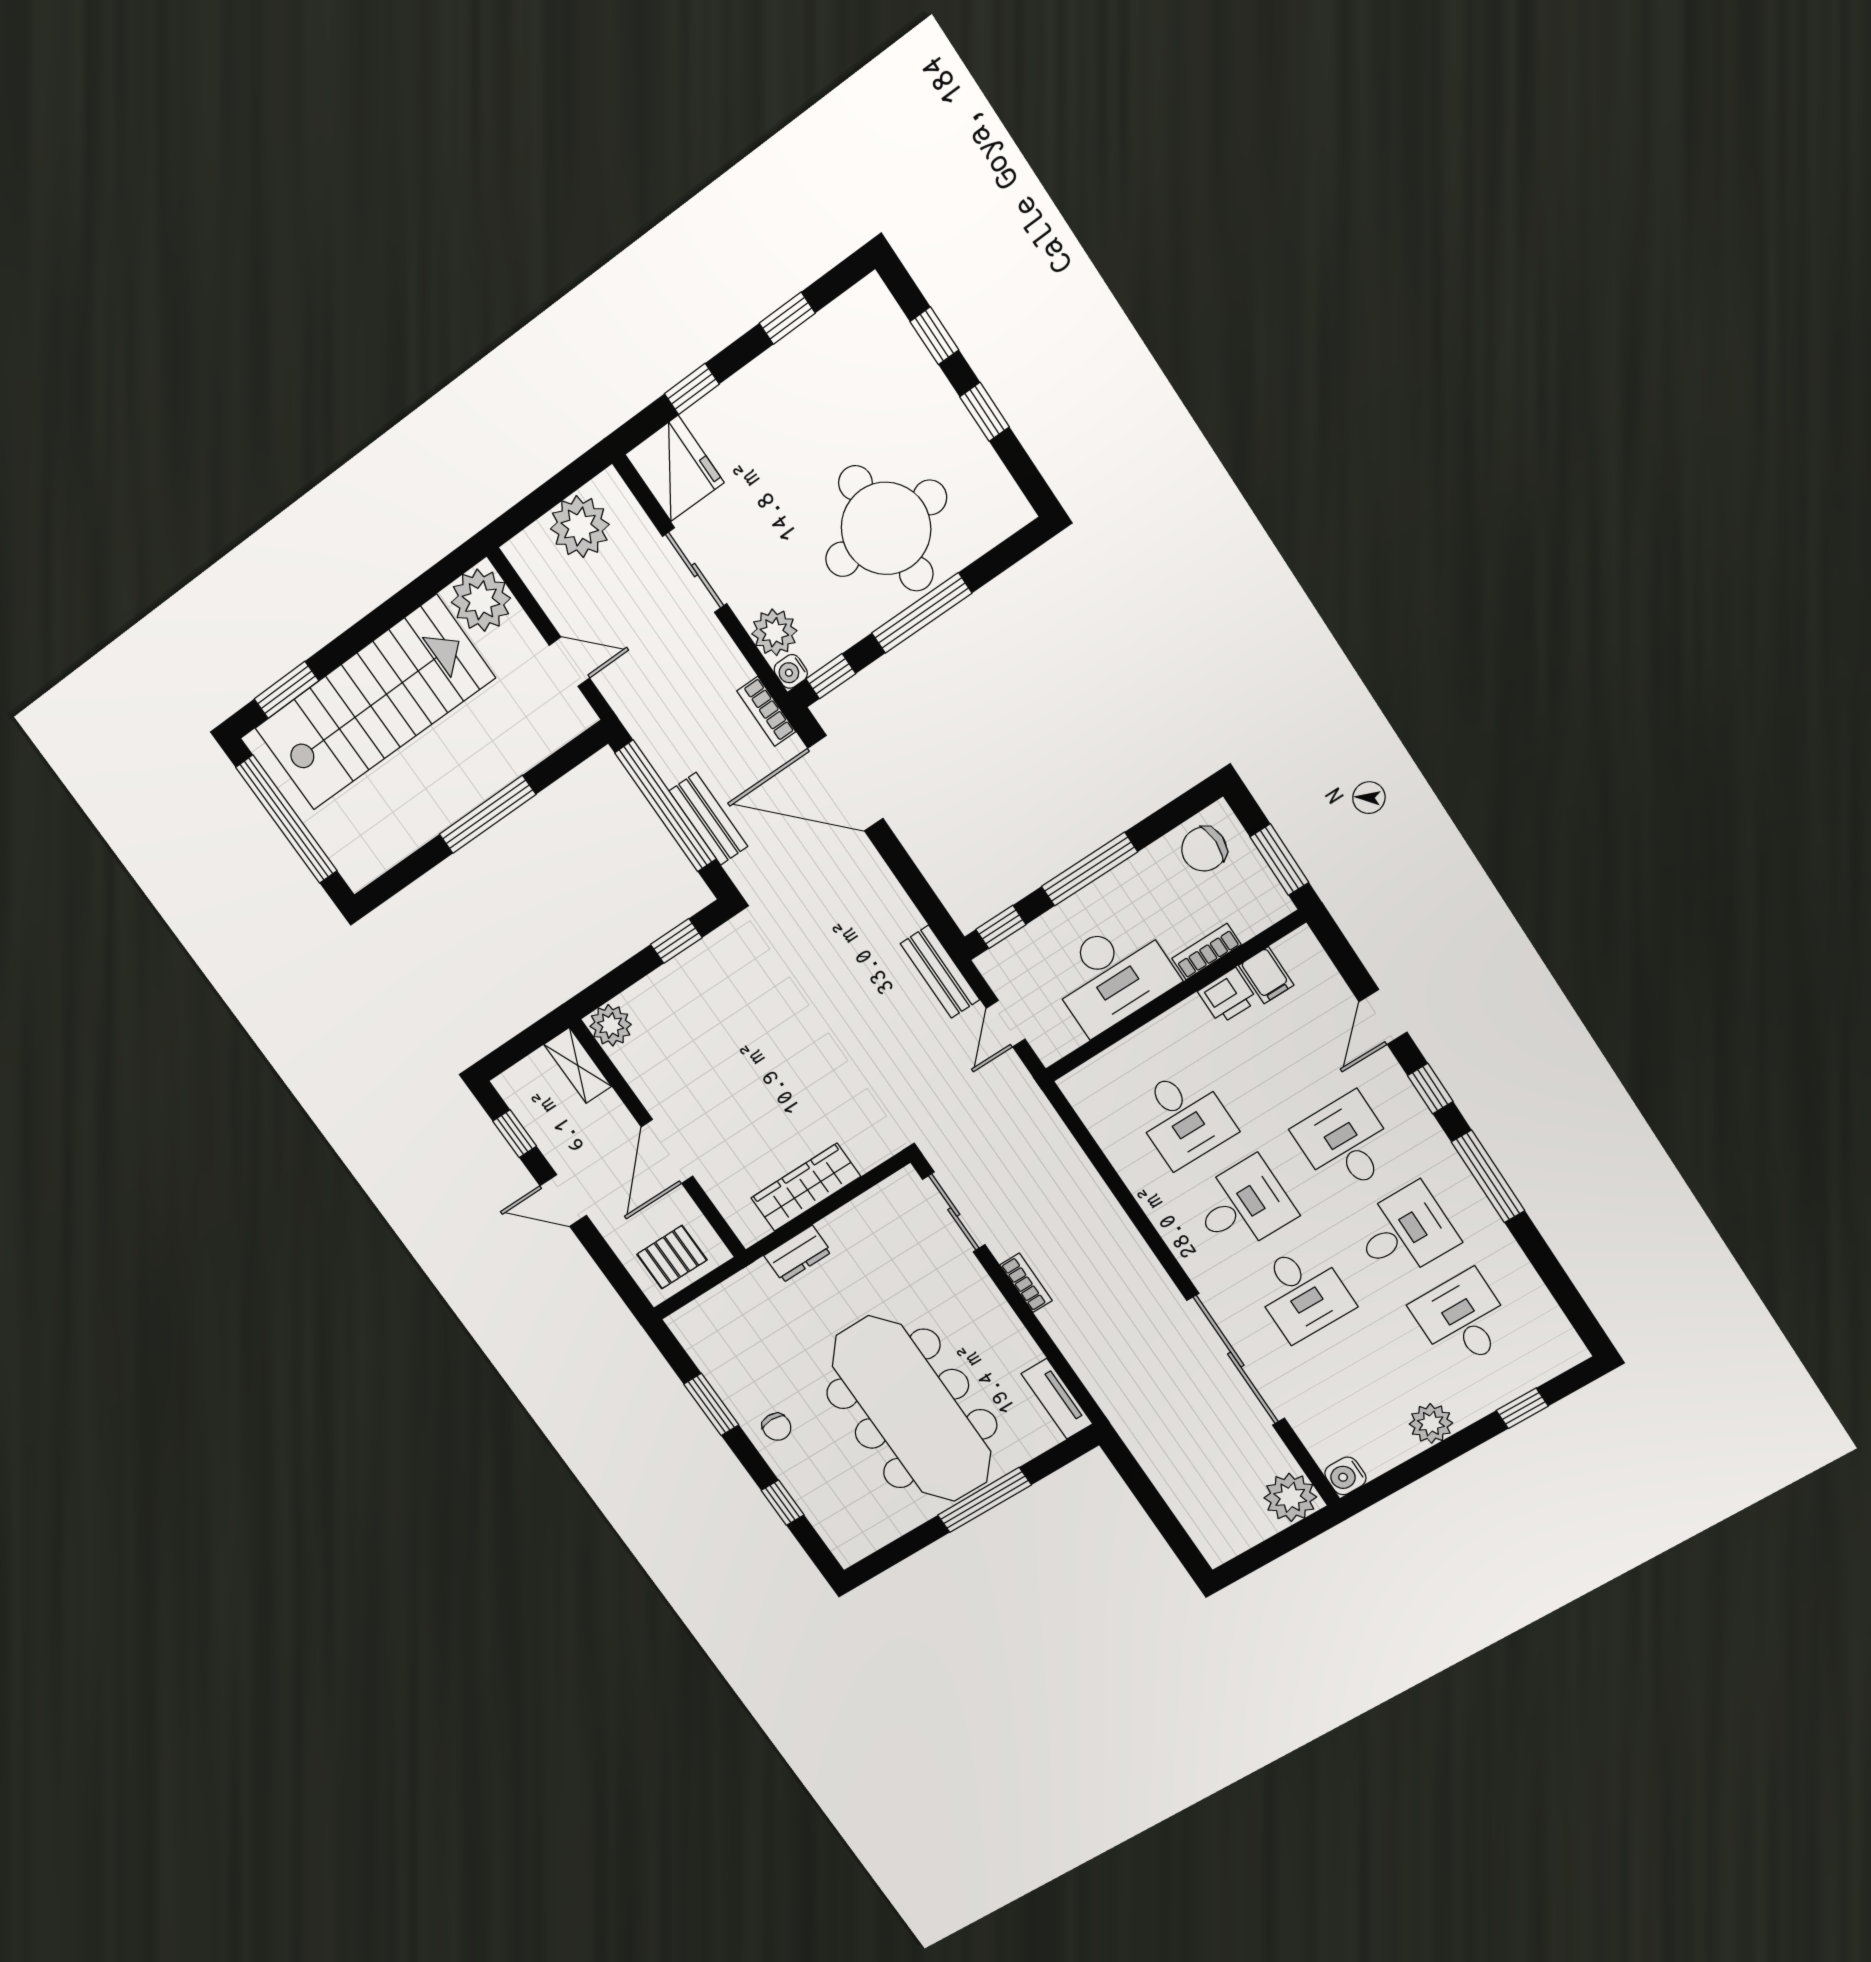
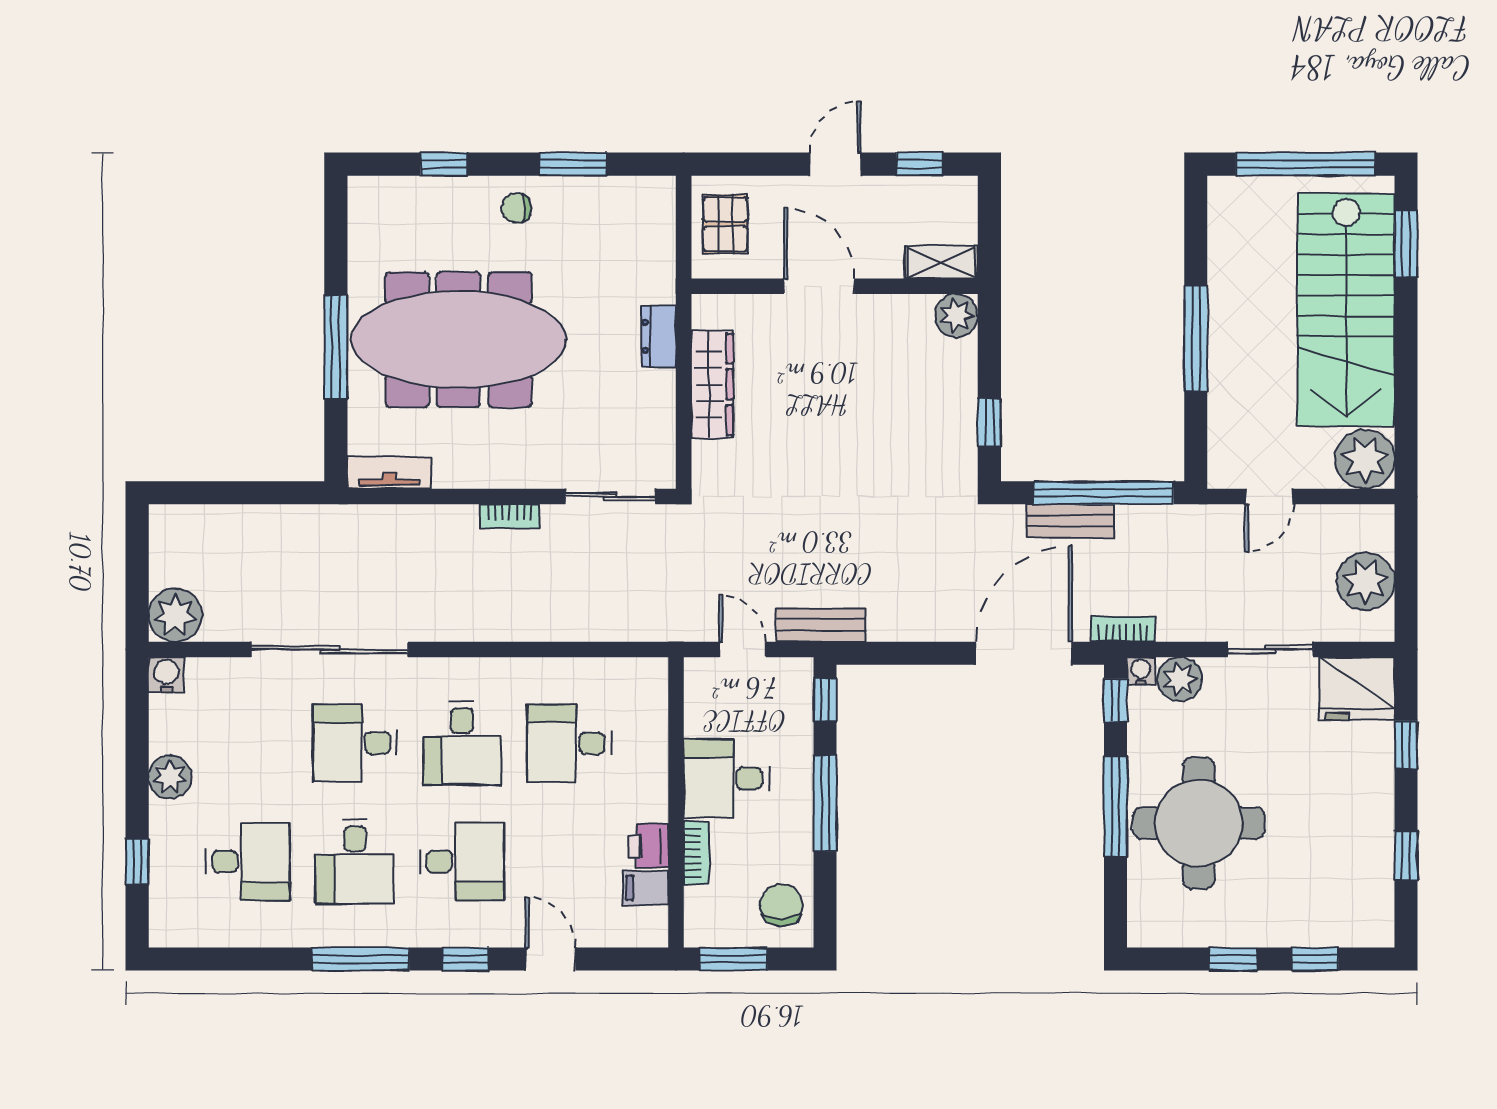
desk: (1112, 975) -> (726, 779), width x0.73

